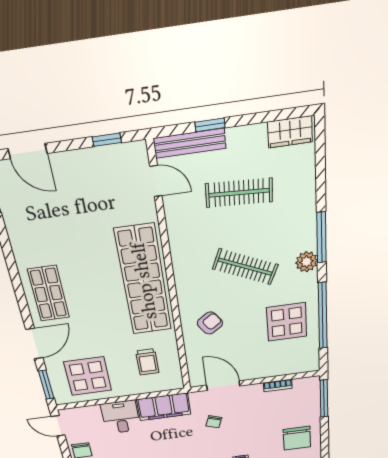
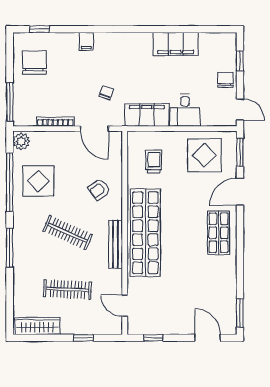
wardrobe: (290, 132) -> (37, 326), width x1.50
bench: (190, 143) -> (116, 244), moved, turned 90
plant: (307, 262) -> (21, 141), moved
bookcase: (278, 385) -> (55, 122), width x1.56

